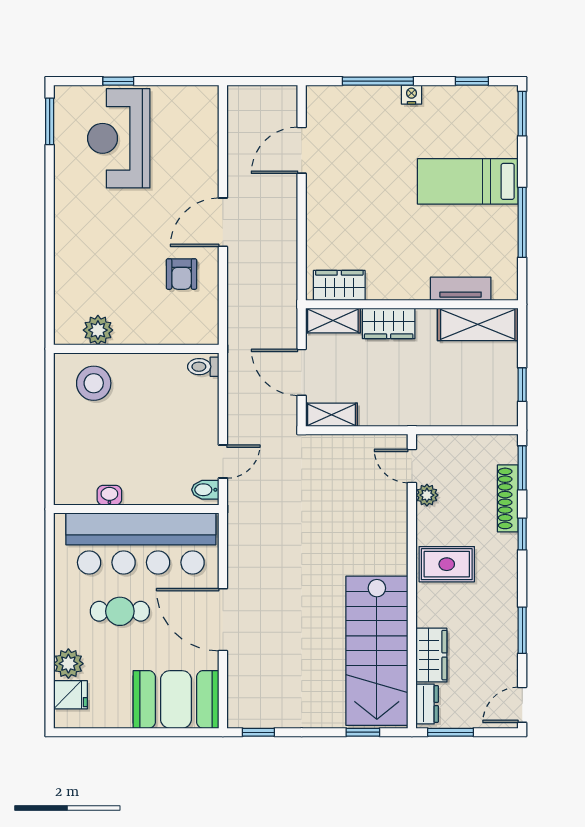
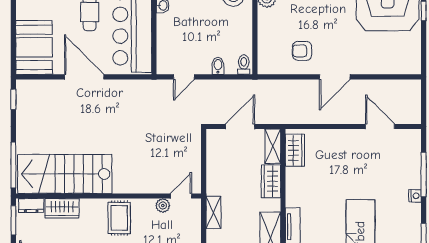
door: (223, 222) -> (335, 77), swing flipped
shelving: (331, 415) -> (213, 212), moved
door: (223, 462) -> (184, 77), hinge flipped
bidet: (205, 490) -> (218, 66), moved
door: (223, 620) -> (84, 77), hinge flipped
window: (363, 732) -> (13, 165), width x2.17

